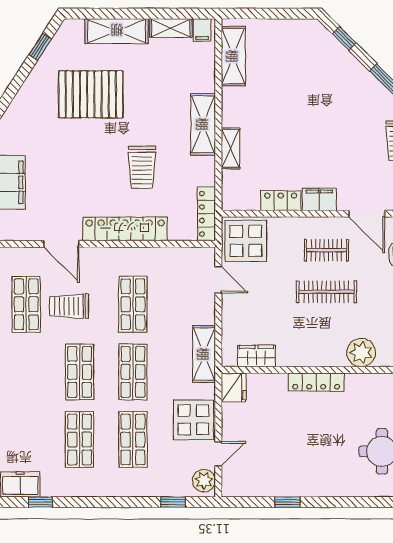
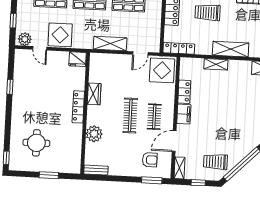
shelving: (204, 354) -> (110, 44), moved
wardrobe: (257, 356) -> (94, 94), moved

